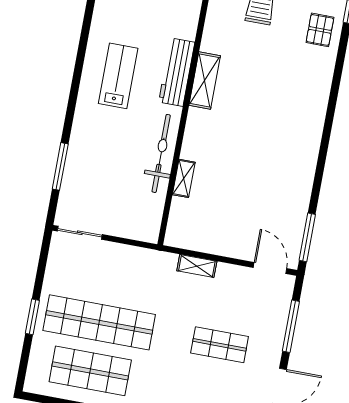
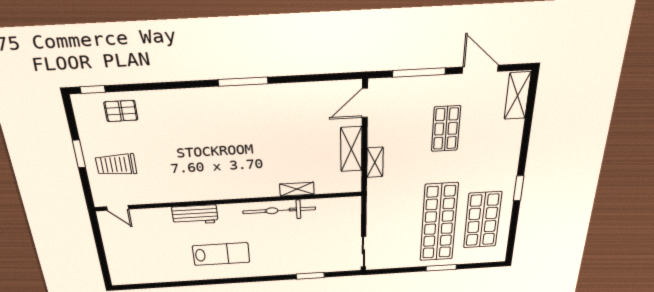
workbench: (177, 72) -> (195, 215), width x0.73
lab bench: (118, 76) -> (221, 254), turned 180
shelving: (205, 81) -> (351, 149), moved, turned 90
window: (60, 166) -> (310, 276), width x0.69
window: (307, 237) -> (243, 82), moved

